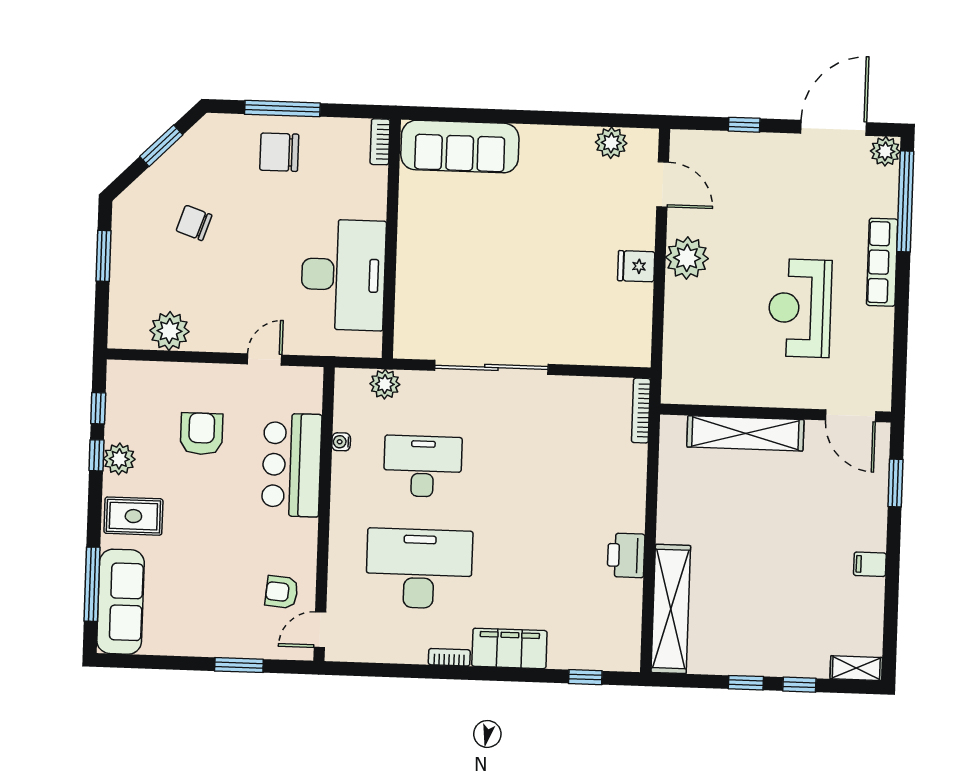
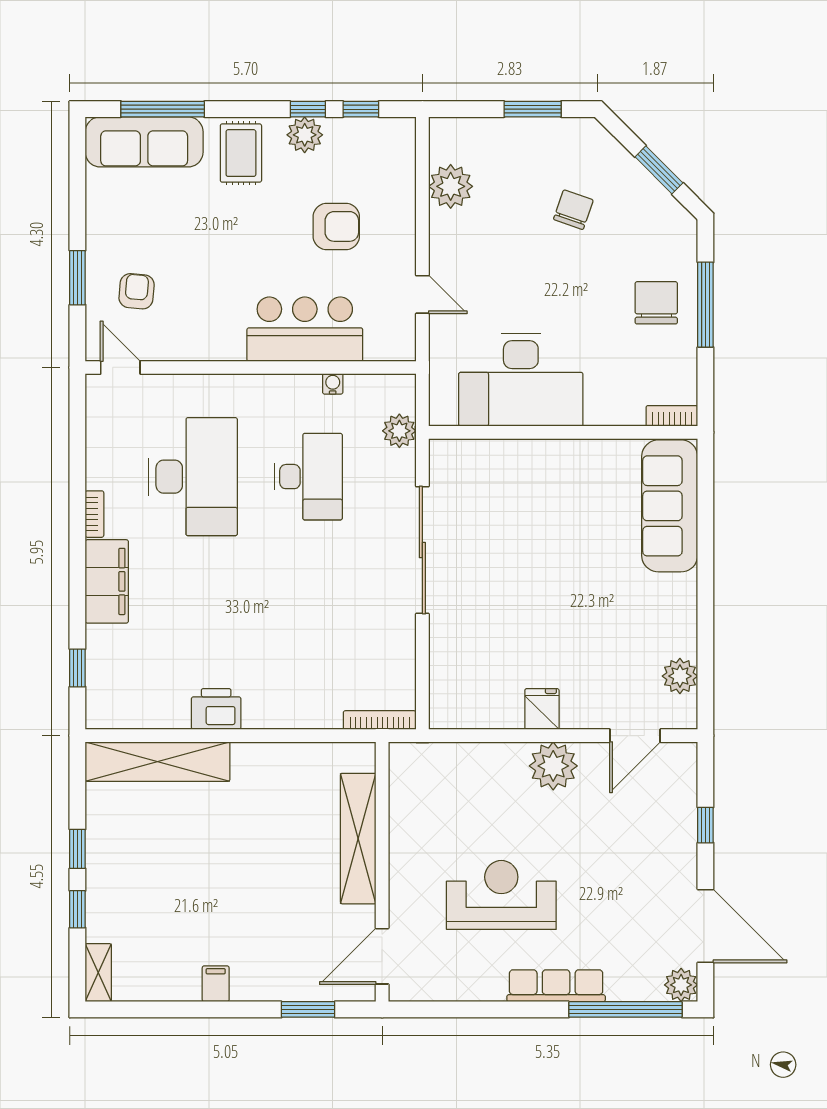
armchair: (282, 592) -> (137, 291), moved

